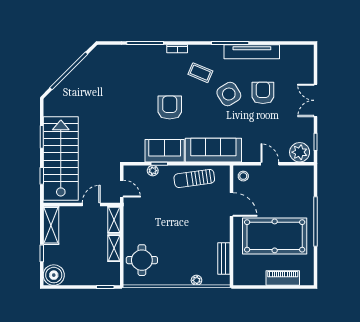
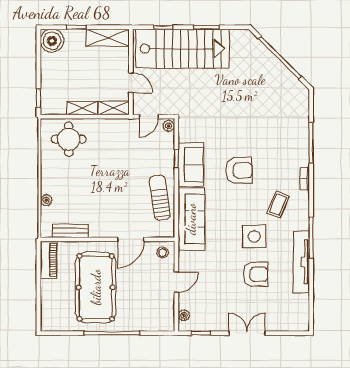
side table: (229, 94) -> (254, 236), turned 32
plant: (300, 152) -> (184, 315), width x0.53, depth x0.53
plant: (153, 171) -> (169, 126), moved
piano: (283, 278) -> (49, 260), moved

